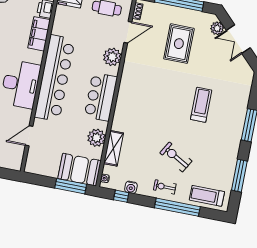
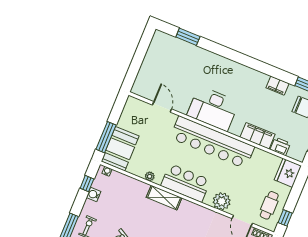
plant: (96, 138) -> (150, 176), width x0.53, depth x0.53
shelving: (114, 148) -> (164, 198), moved

